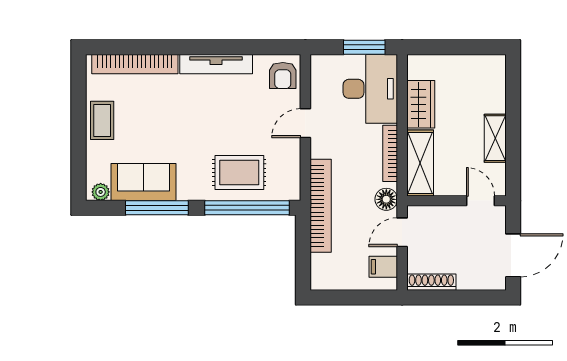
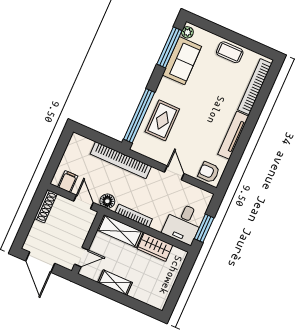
desk: (370, 89) -> (183, 223), width x0.73
window: (157, 208) -> (169, 47), moved

